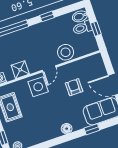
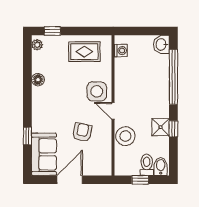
shower: (20, 70) -> (161, 127), moved
armchair: (74, 87) -> (82, 132), turned -79
floor lamp: (67, 129) -> (38, 80), moved

